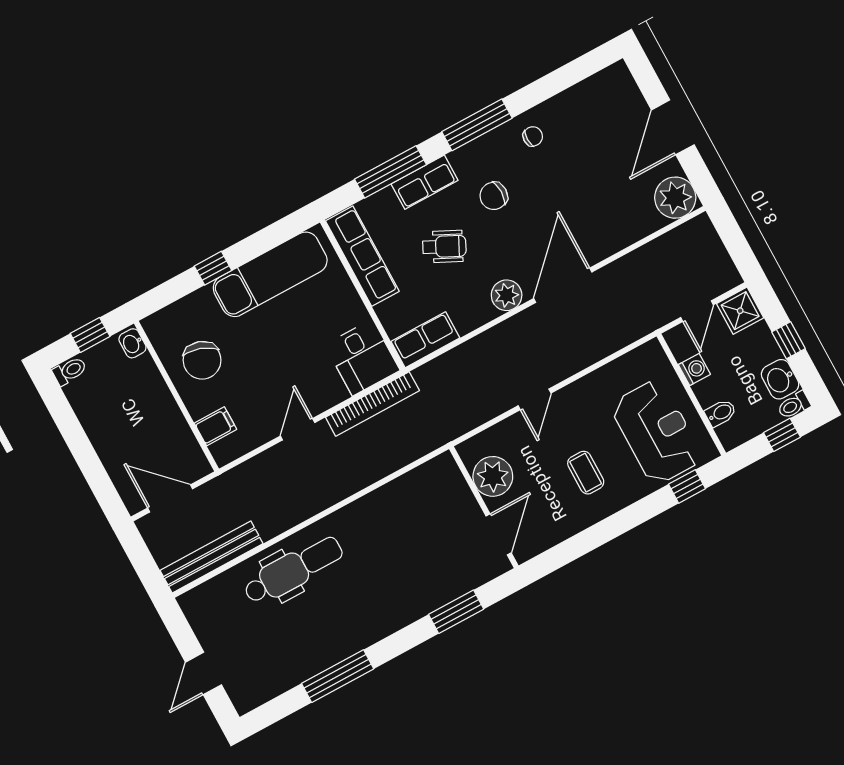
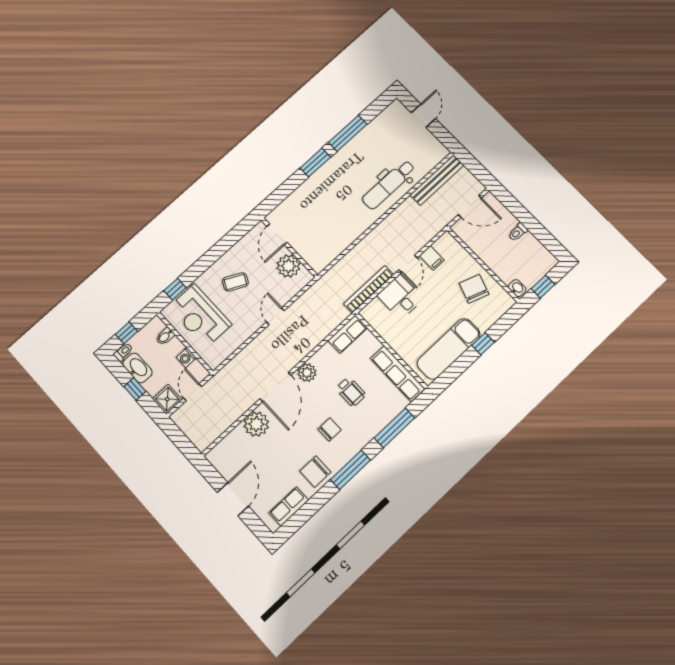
chair: (533, 136) -> (315, 472), width x1.87, depth x1.87
row of seats: (425, 182) -> (289, 506), moved
plant: (675, 198) -> (256, 424), moved
wheelchair: (444, 247) -> (351, 392), turned -116
desk: (362, 358) -> (400, 297), moved
toilet: (70, 371) -> (518, 232), moved
washbasin: (780, 379) -> (137, 368), width x1.38
filing cabinet: (215, 426) -> (432, 258), moved, turned -90
coffee table: (586, 473) -> (235, 282), turned -63
window: (456, 612) -> (315, 163), moved

